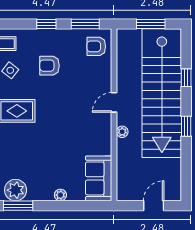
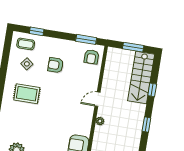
window: (46, 24) -> (37, 31), moved
armchair: (96, 46) -> (91, 57), turned -90
stairs: (162, 93) -> (141, 77), width x0.54, depth x0.66

